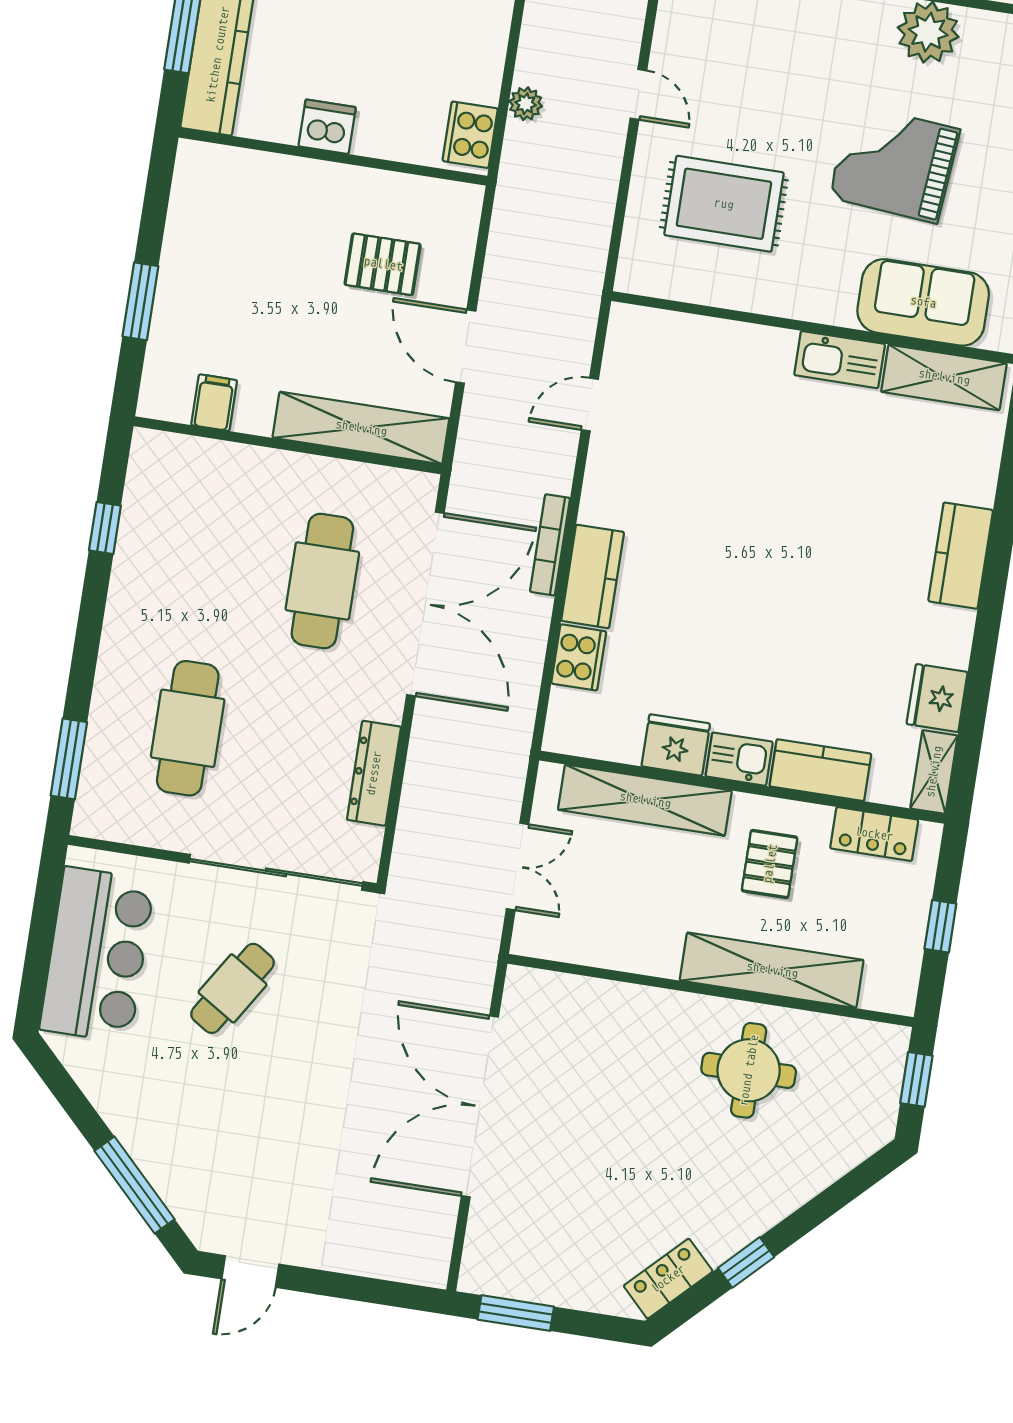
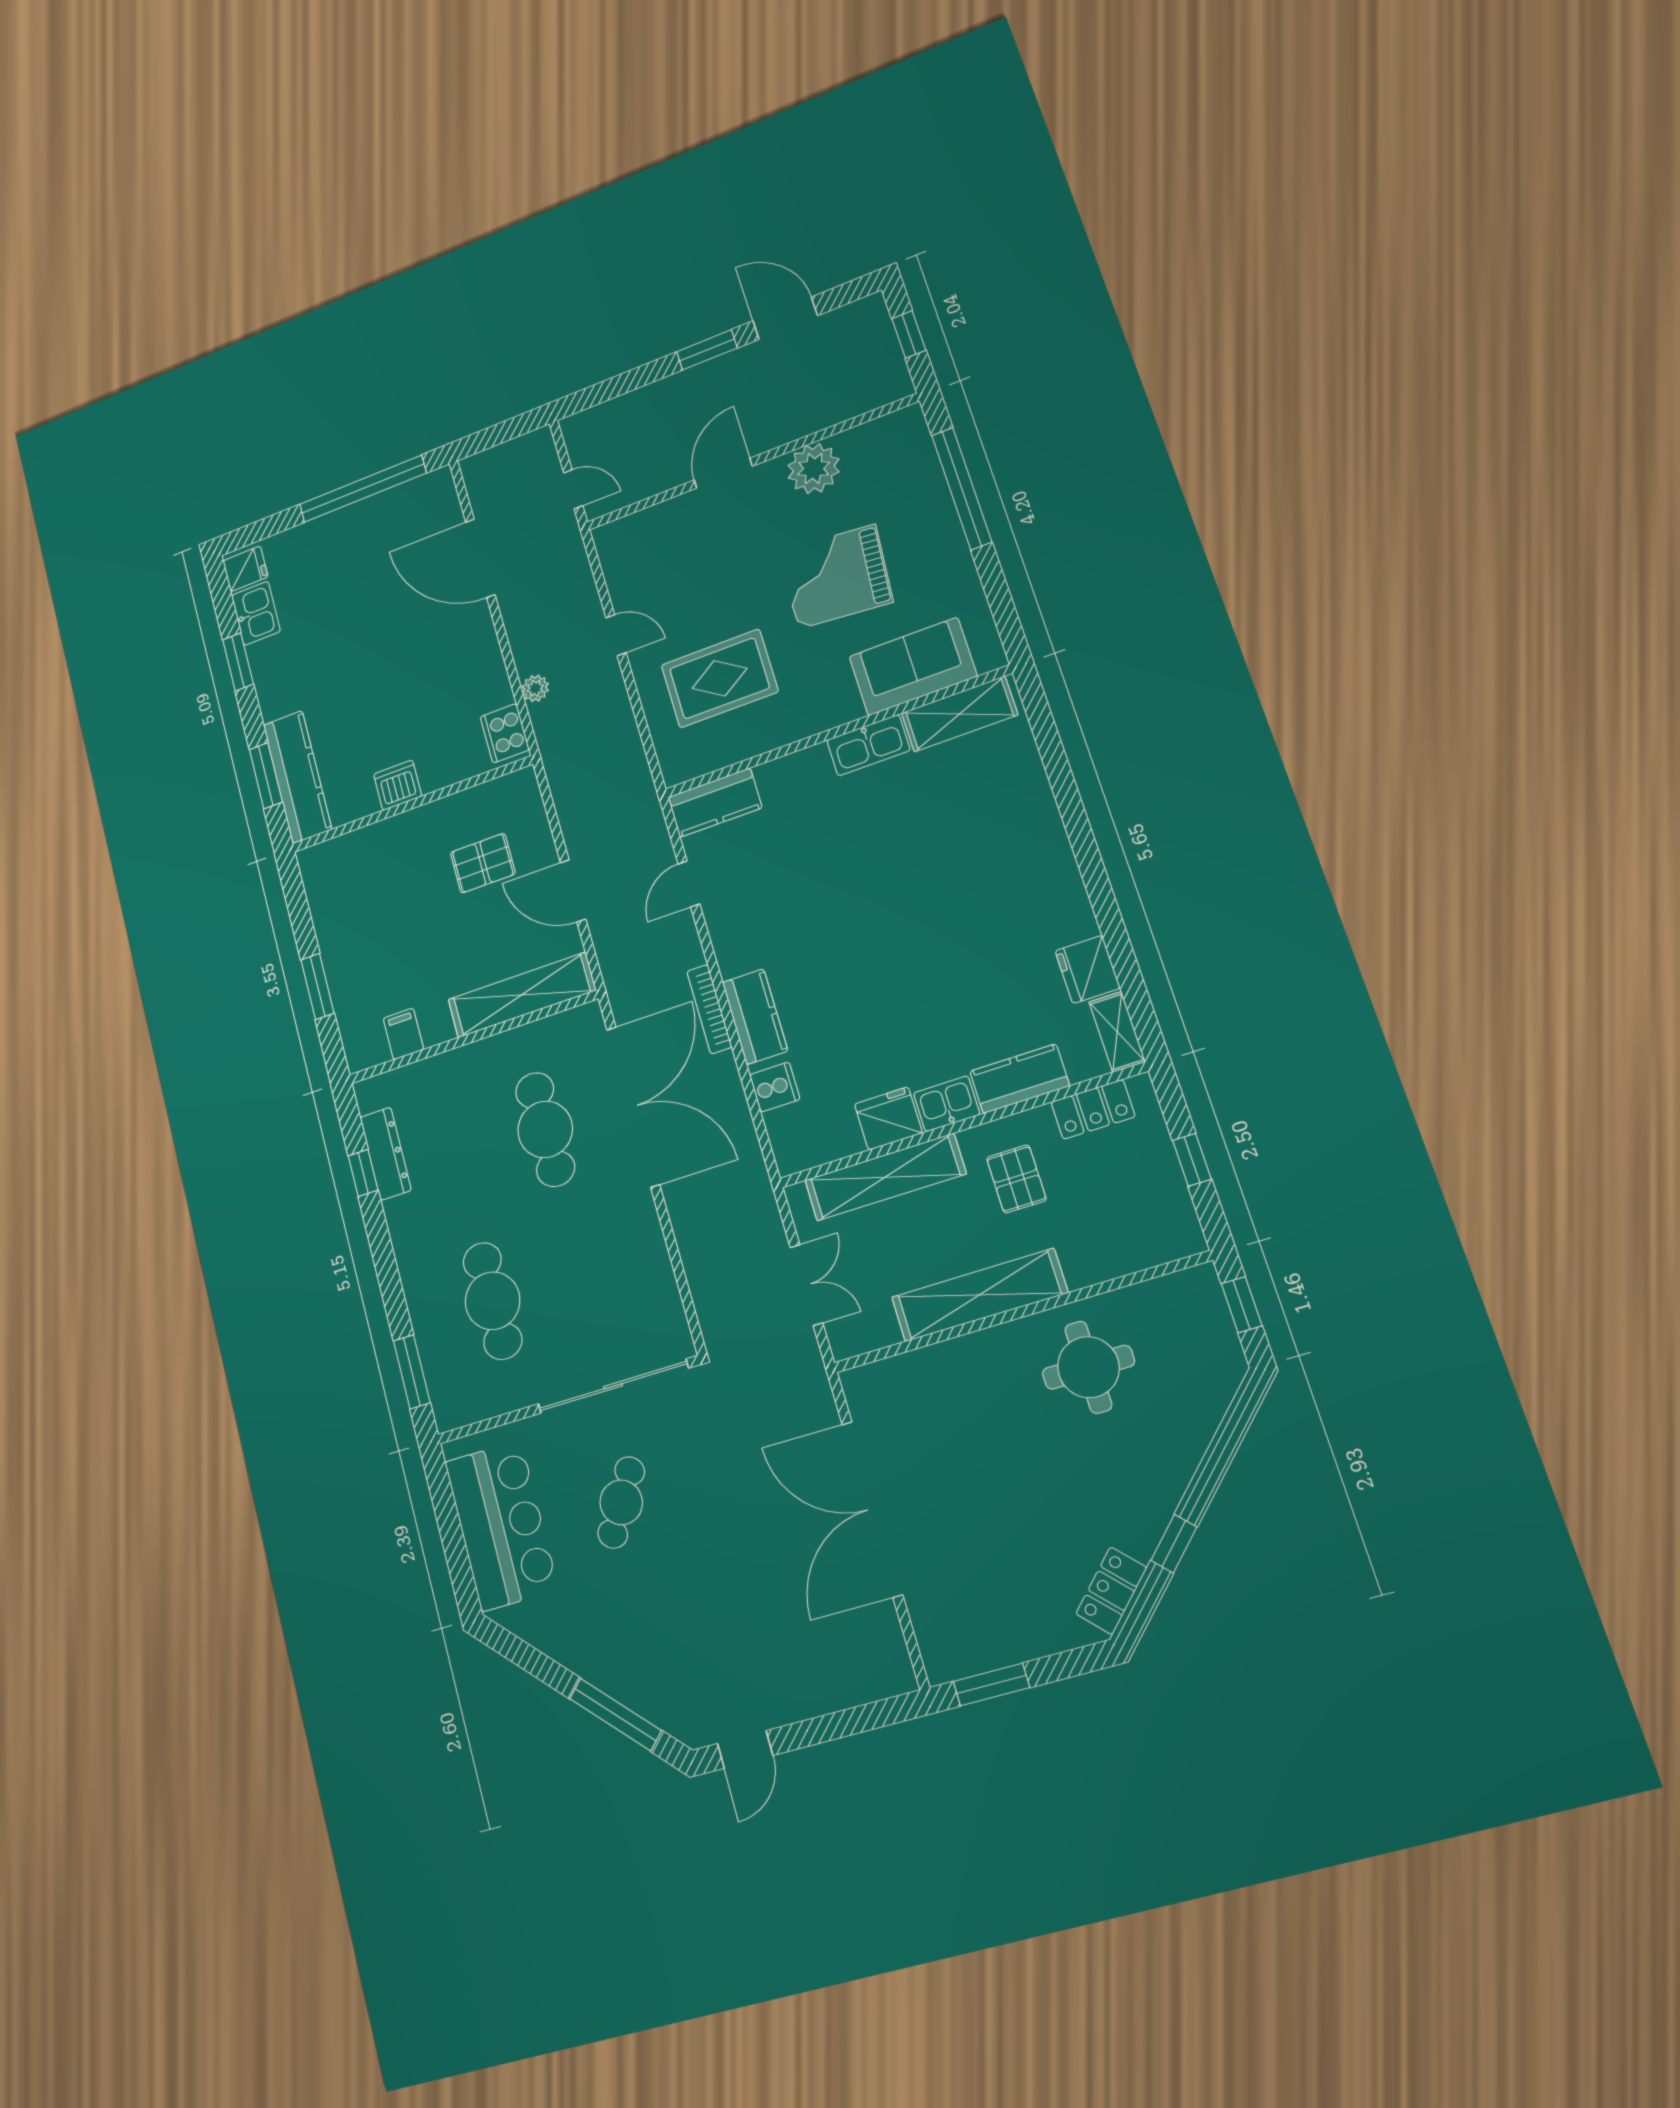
kitchen counter: (961, 556) -> (715, 803), moved, turned -90
cooker: (579, 657) -> (775, 1087), width x0.73
dresser: (374, 773) -> (386, 1154), moved, turned 180
shelving: (772, 970) -> (979, 1295), moved

